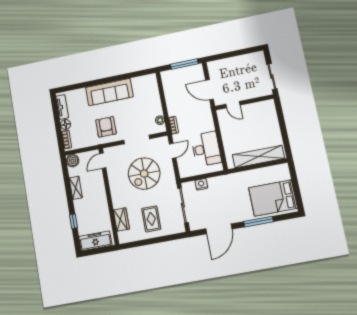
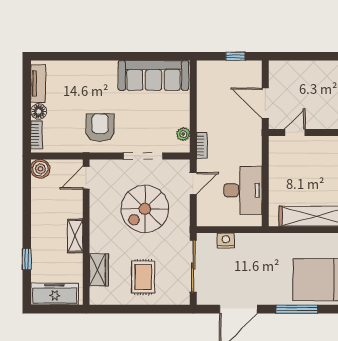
window: (184, 64) -> (235, 56), width x0.46
sofa: (109, 92) -> (153, 75), moved
door: (233, 105) -> (295, 133), swing flipped
shelving: (76, 188) -> (75, 236), moved

